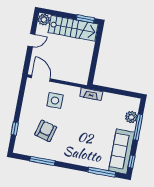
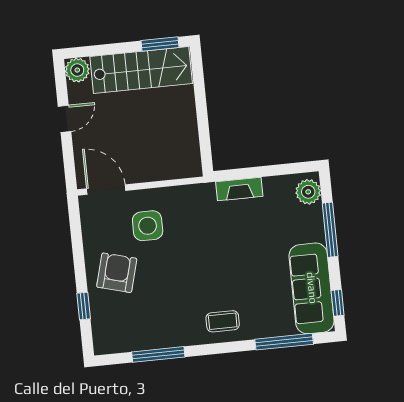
fireplace: (91, 94) -> (239, 189), moved
plant: (131, 117) -> (308, 192), moved
armchair: (46, 131) -> (117, 273), moved
coffee table: (76, 154) -> (223, 321), added

